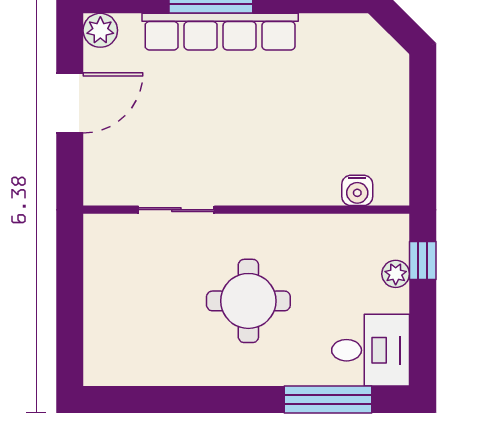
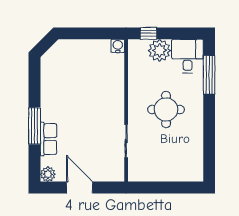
row of seats: (220, 32) -> (48, 139), width x0.50
water cooler: (357, 190) -> (118, 46), moved, turned -90
plant: (396, 274) -> (159, 50), width x1.87, depth x1.87

